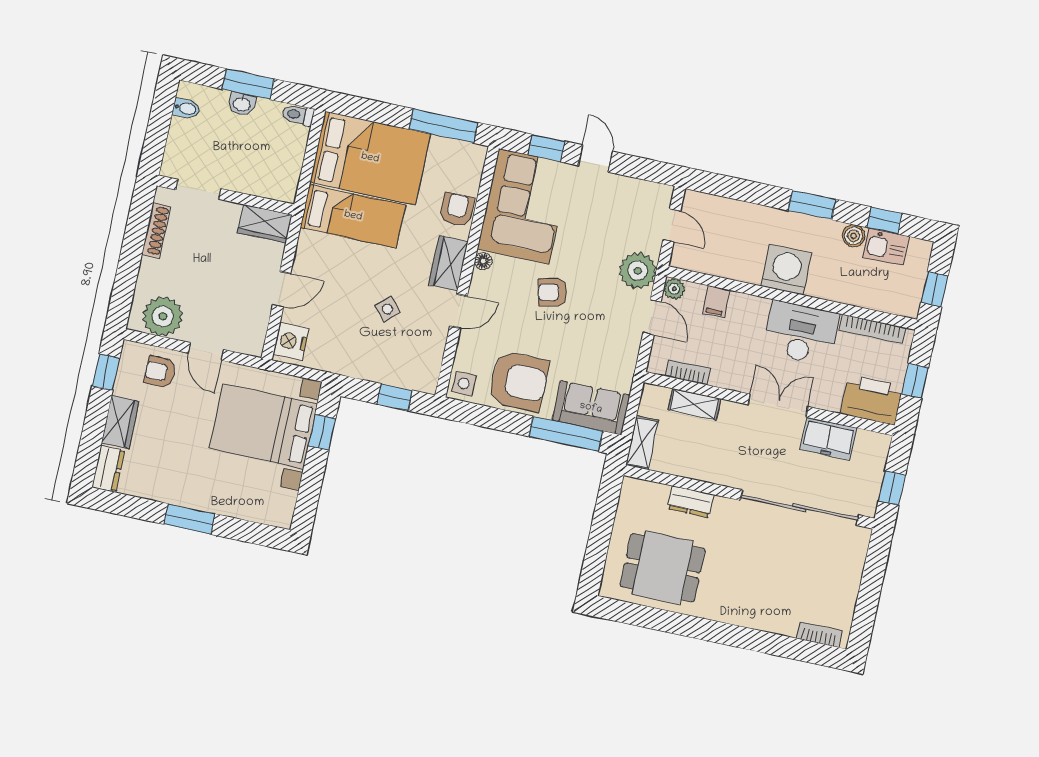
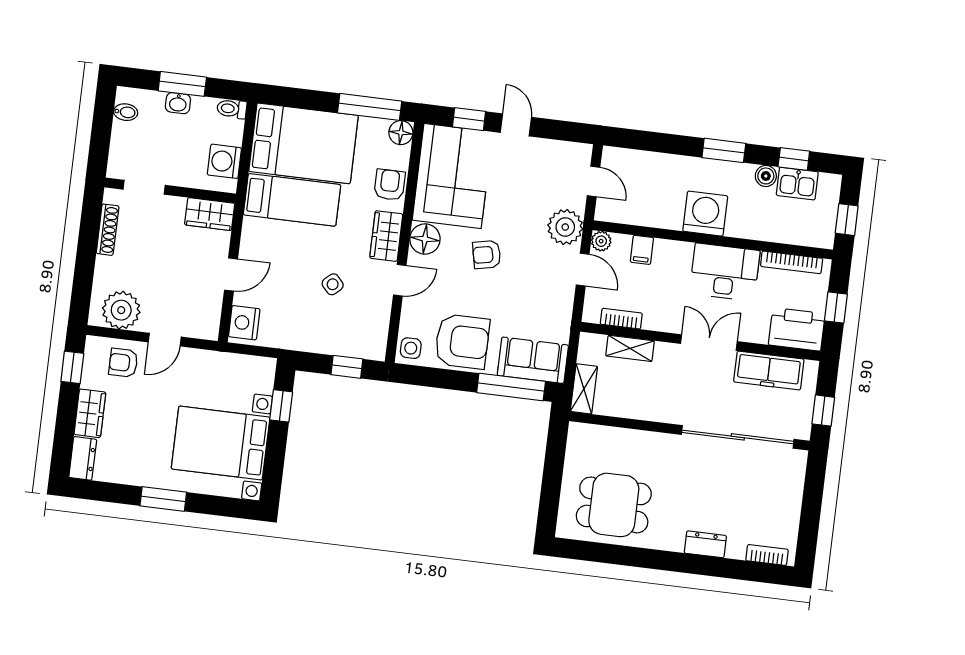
floor lamp: (474, 156) -> (401, 133), added
washing machine: (285, 169) -> (224, 161), added
floor lamp: (483, 261) -> (425, 239), width x1.89, depth x1.89
door: (206, 351) -> (165, 340), hinge flipped
bed with nightstands: (263, 426) -> (221, 443), moved
freezer: (828, 439) -> (769, 371), width x1.40
dresser: (691, 502) -> (705, 544), moved, turned 180

